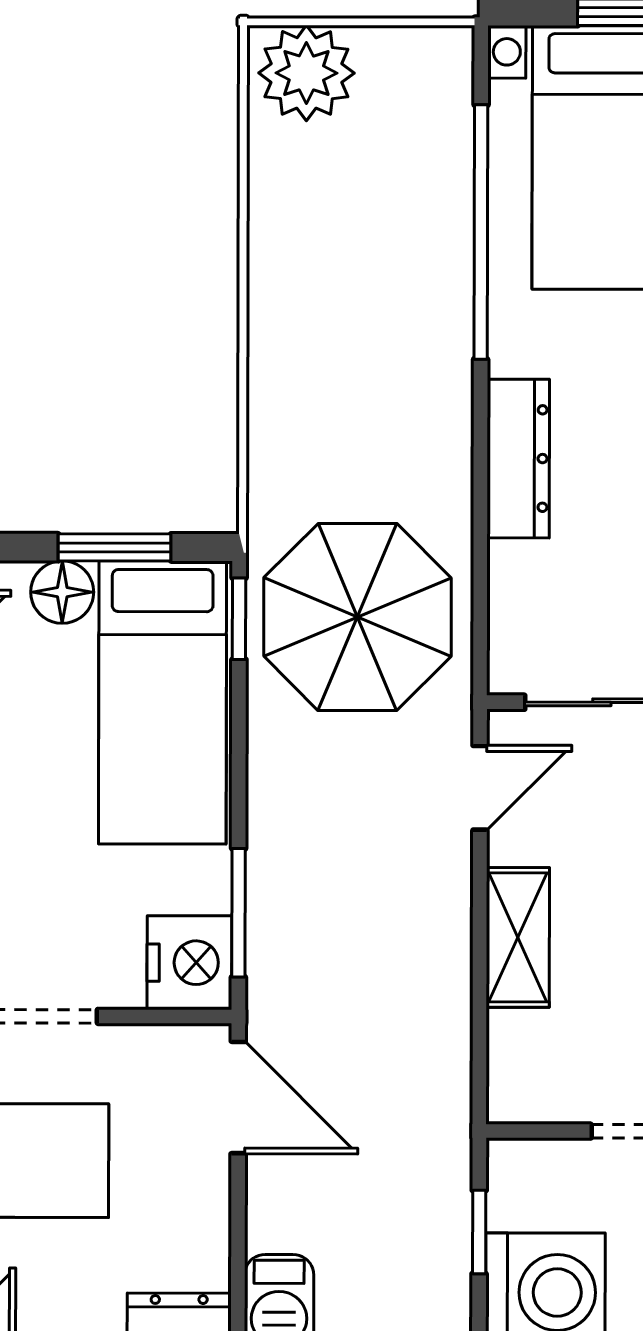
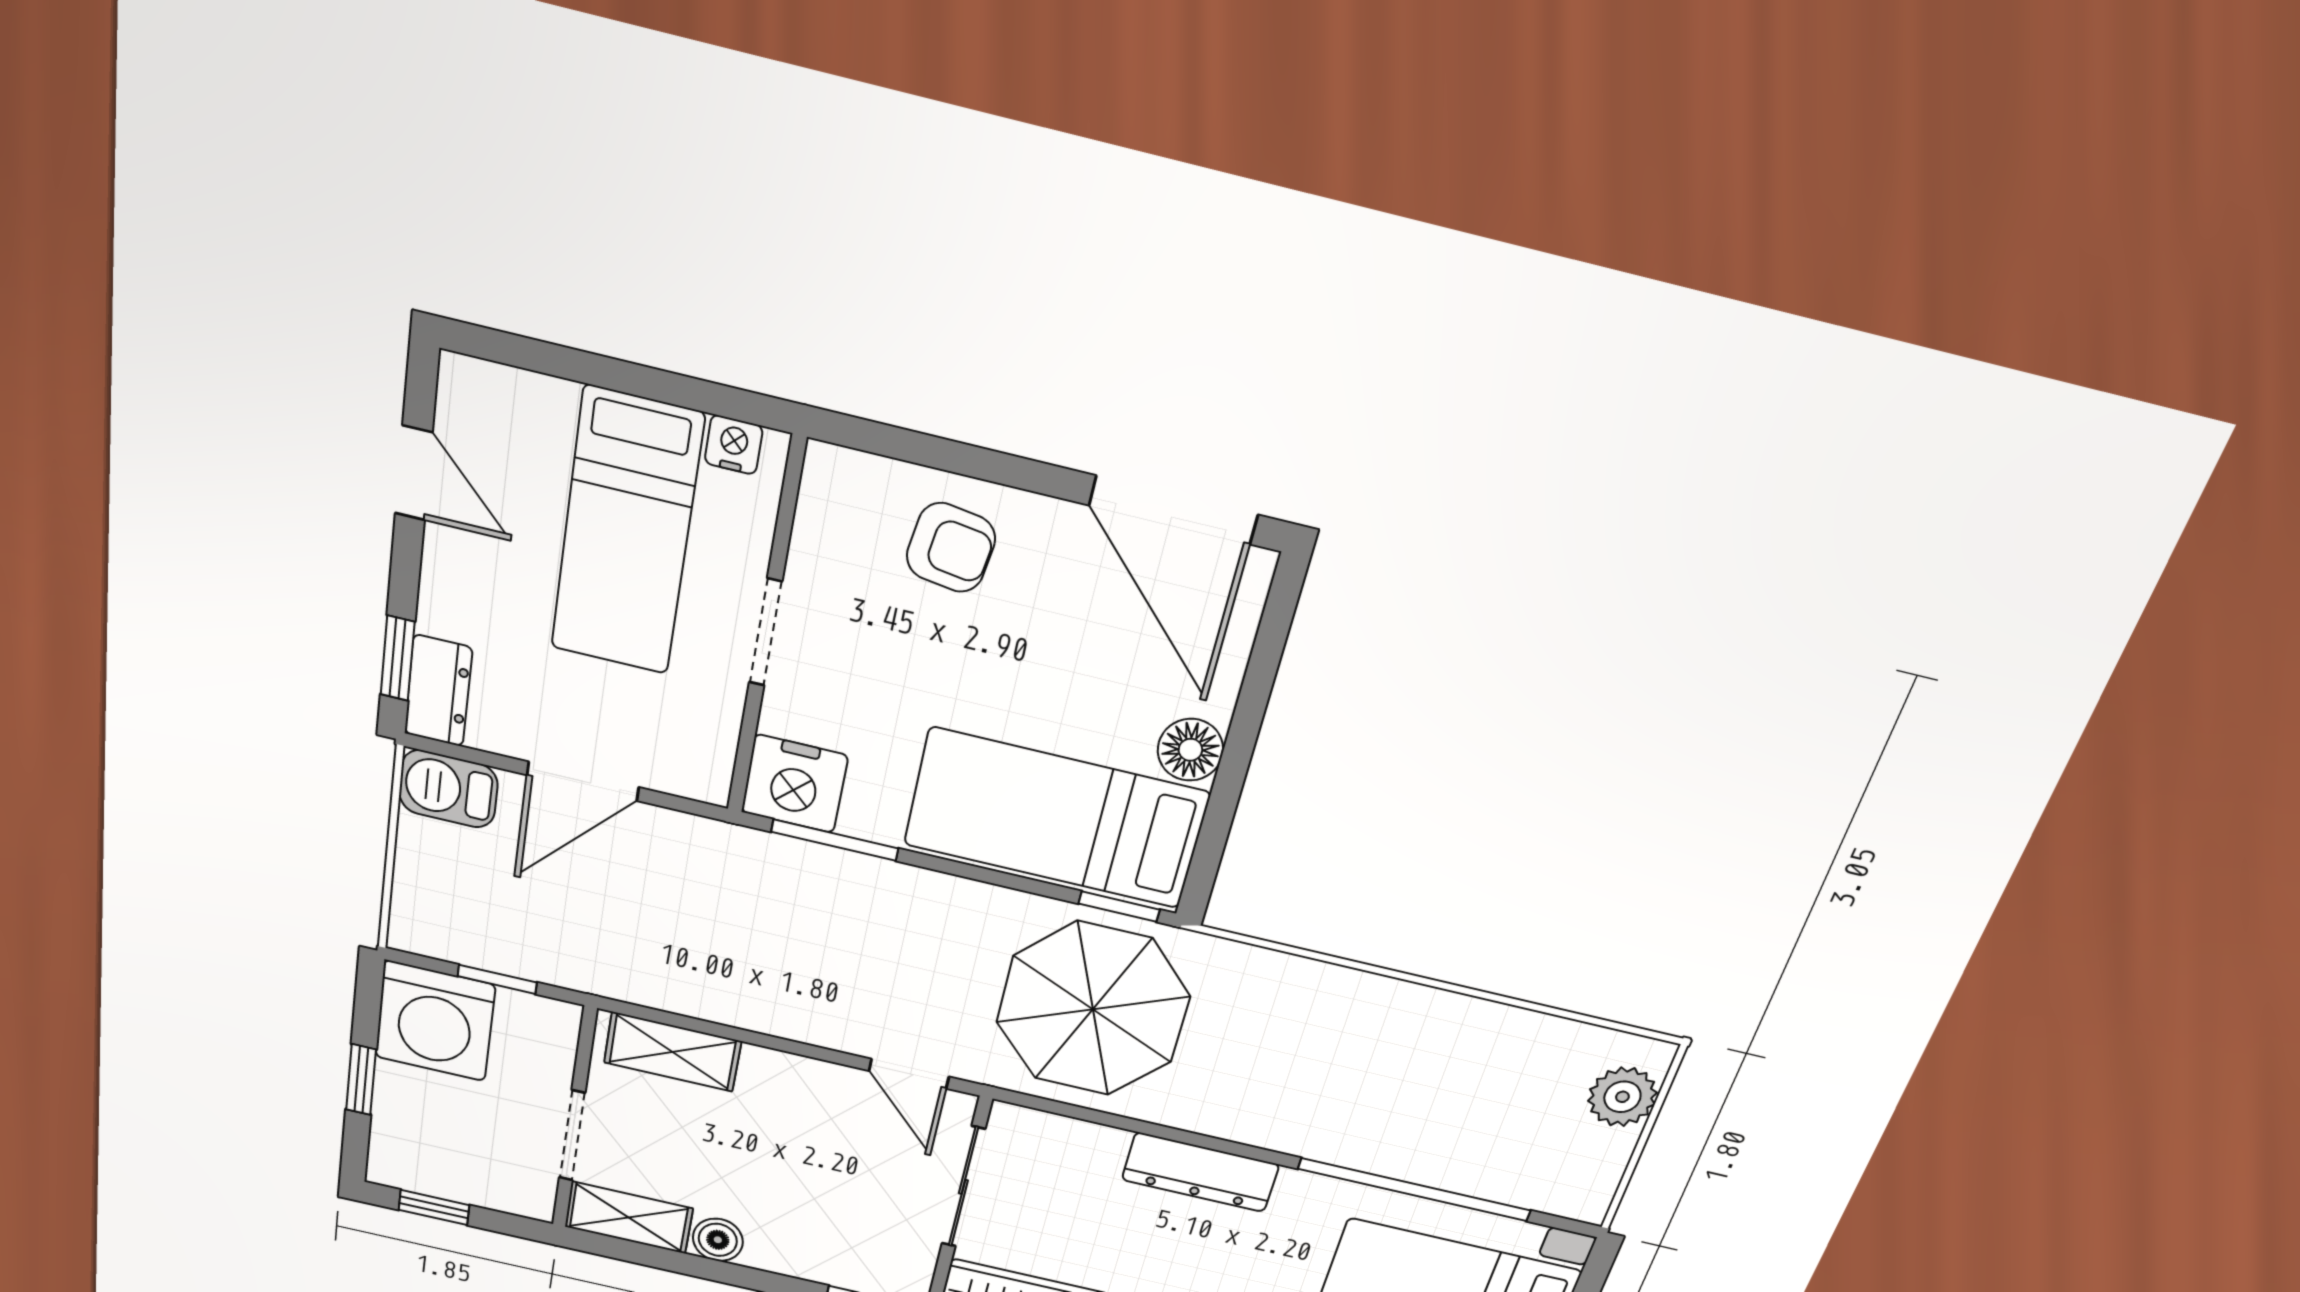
plant: (306, 73) -> (1622, 1097), width x0.73, depth x0.73
window: (115, 547) -> (1221, 810), removed
shelving: (518, 937) -> (673, 1052), moved
door: (238, 1098) -> (583, 781), moved

